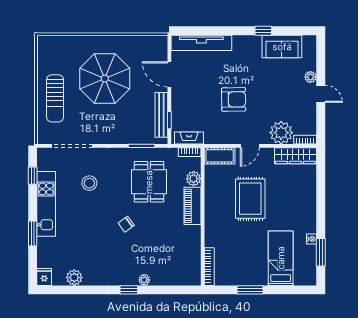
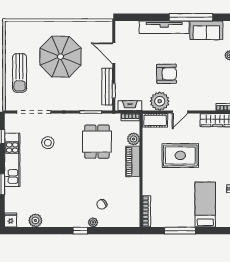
window: (263, 31) -> (191, 17), width x3.17
tv unit: (201, 43) -> (164, 27), moved
plant: (281, 133) -> (160, 101), moved
rug: (250, 199) -> (180, 155), turned 90
chair: (126, 224) -> (102, 204), moved
window: (250, 290) -> (180, 231), width x1.44

